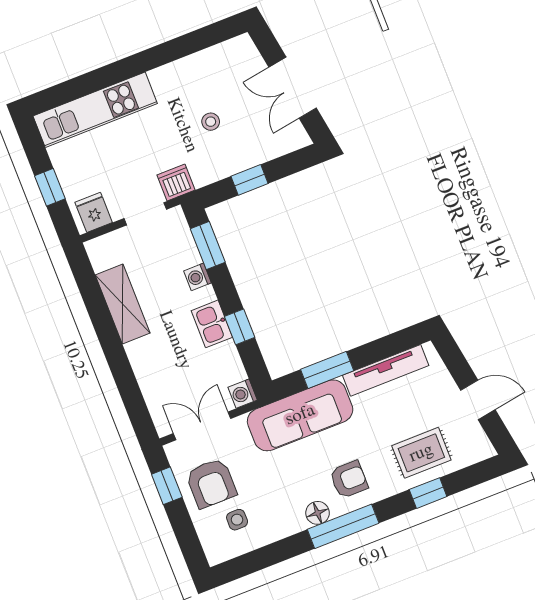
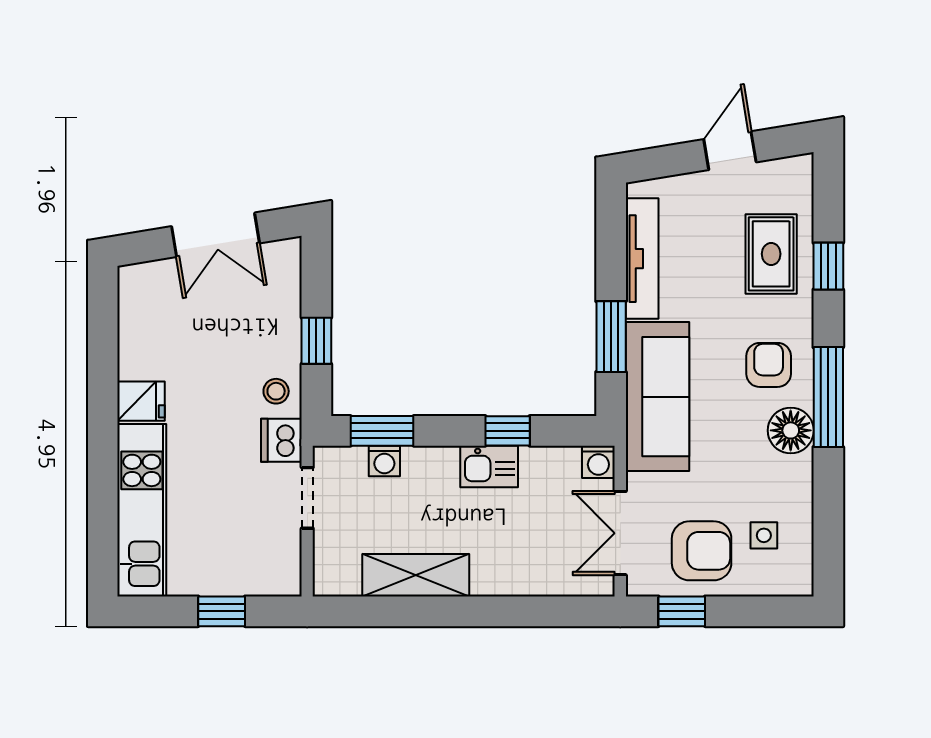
stool: (211, 122) -> (276, 391), moved
fridge: (94, 212) -> (141, 401), moved, turned 180
washing machine: (197, 277) -> (384, 461), moved
floor lamp: (318, 513) -> (791, 430), width x1.38, depth x1.38

